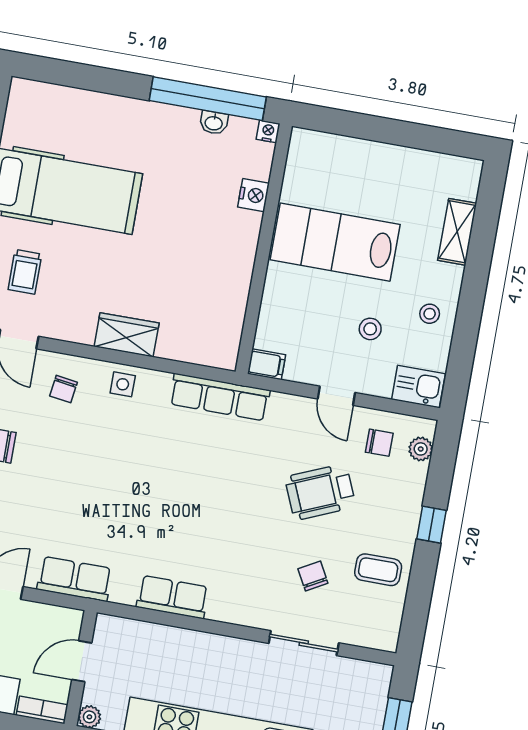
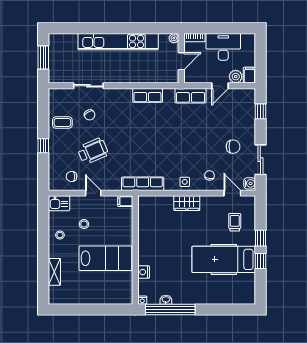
plant: (421, 449) -> (53, 177), removed

